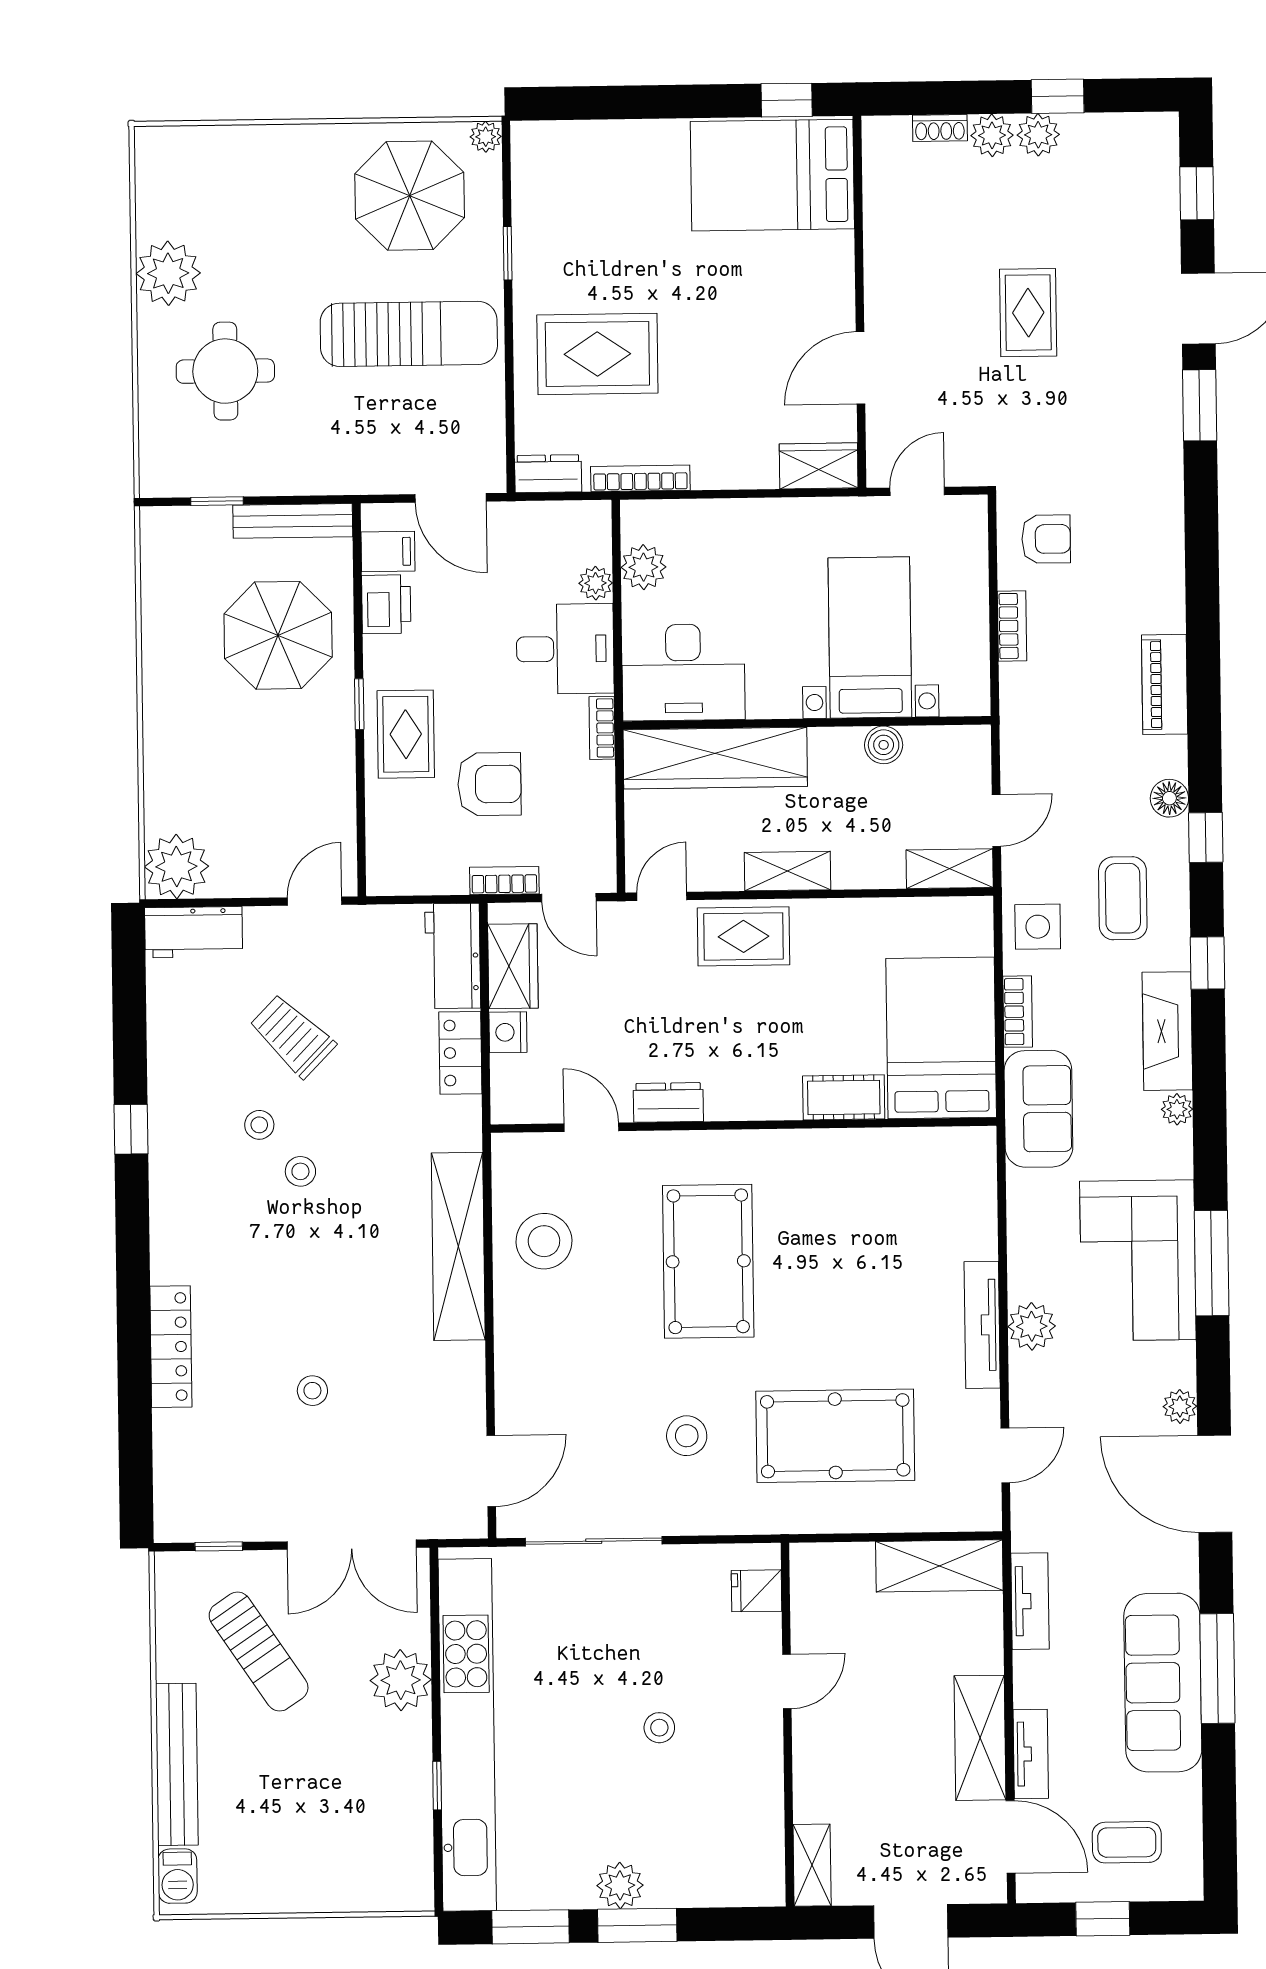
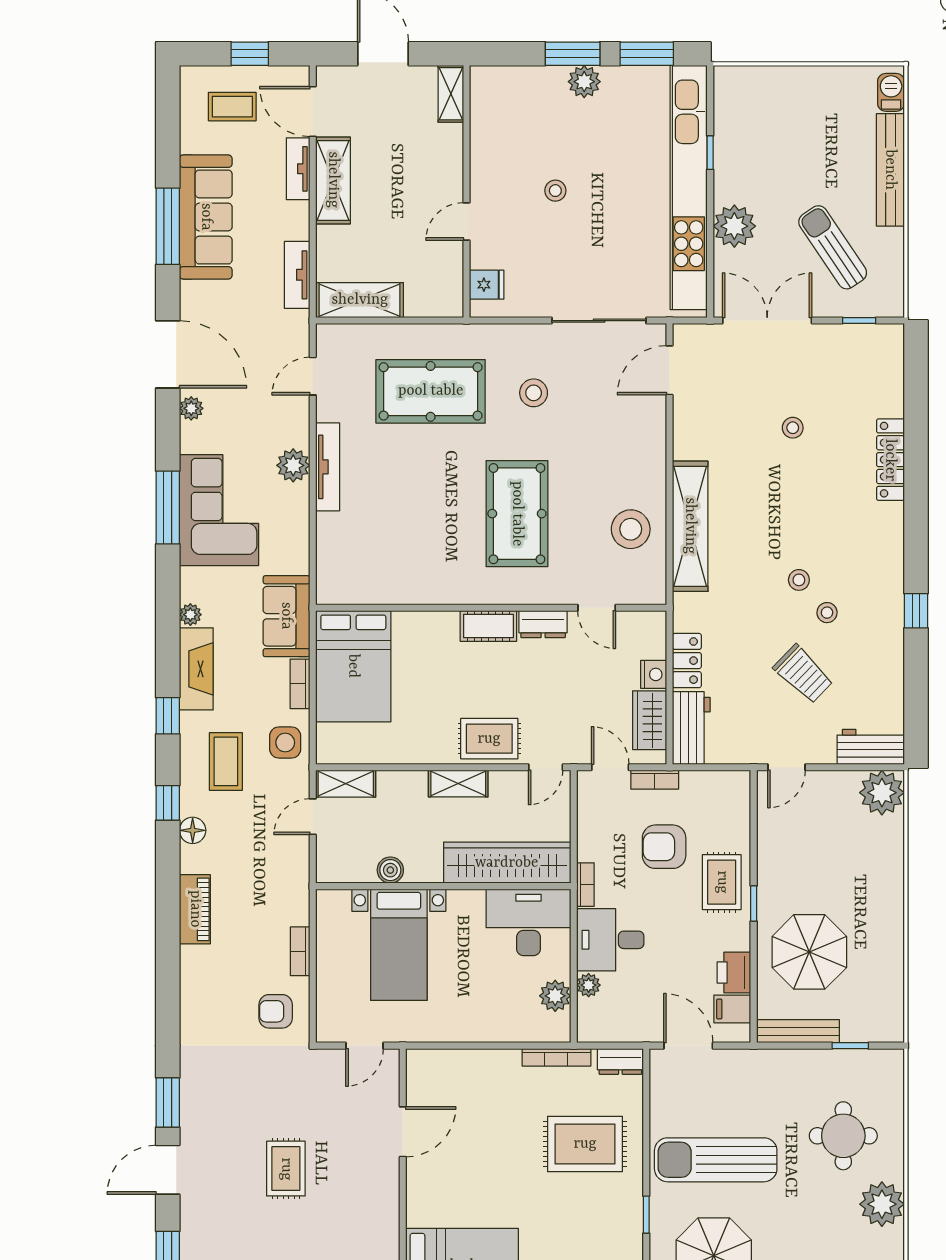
wardrobe: (819, 466) -> (433, 1064), removed
cot: (844, 1097) -> (488, 626), moved

